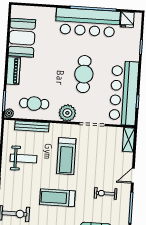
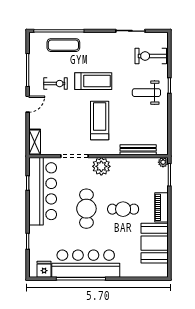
cafe table: (34, 104) -> (123, 209), moved
weight bench: (23, 158) -> (146, 93), moved
treadmill: (57, 198) -> (93, 81), moved

